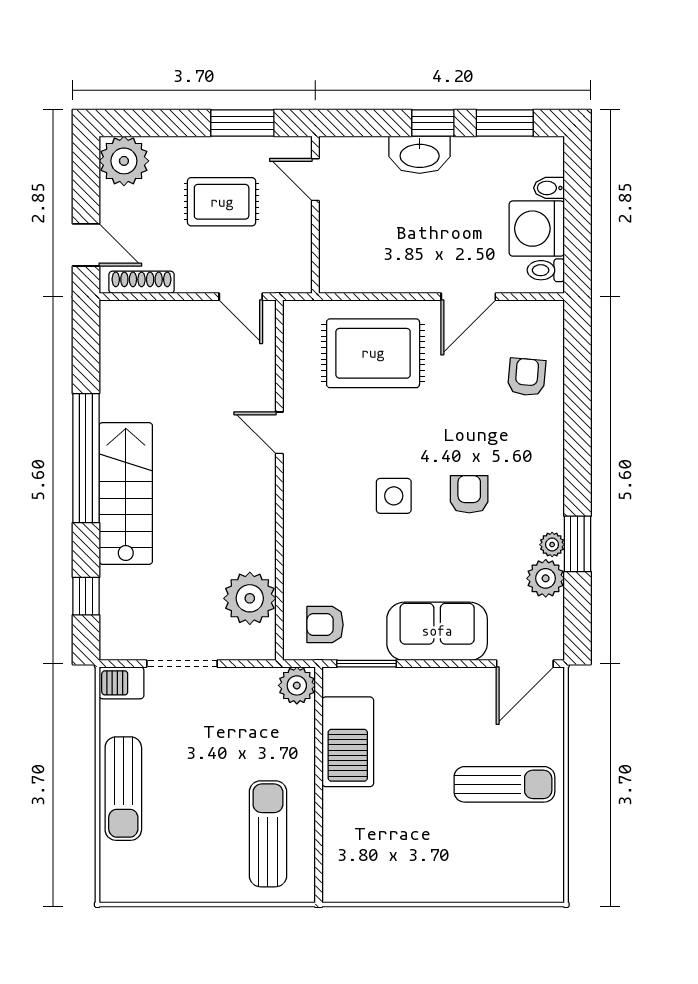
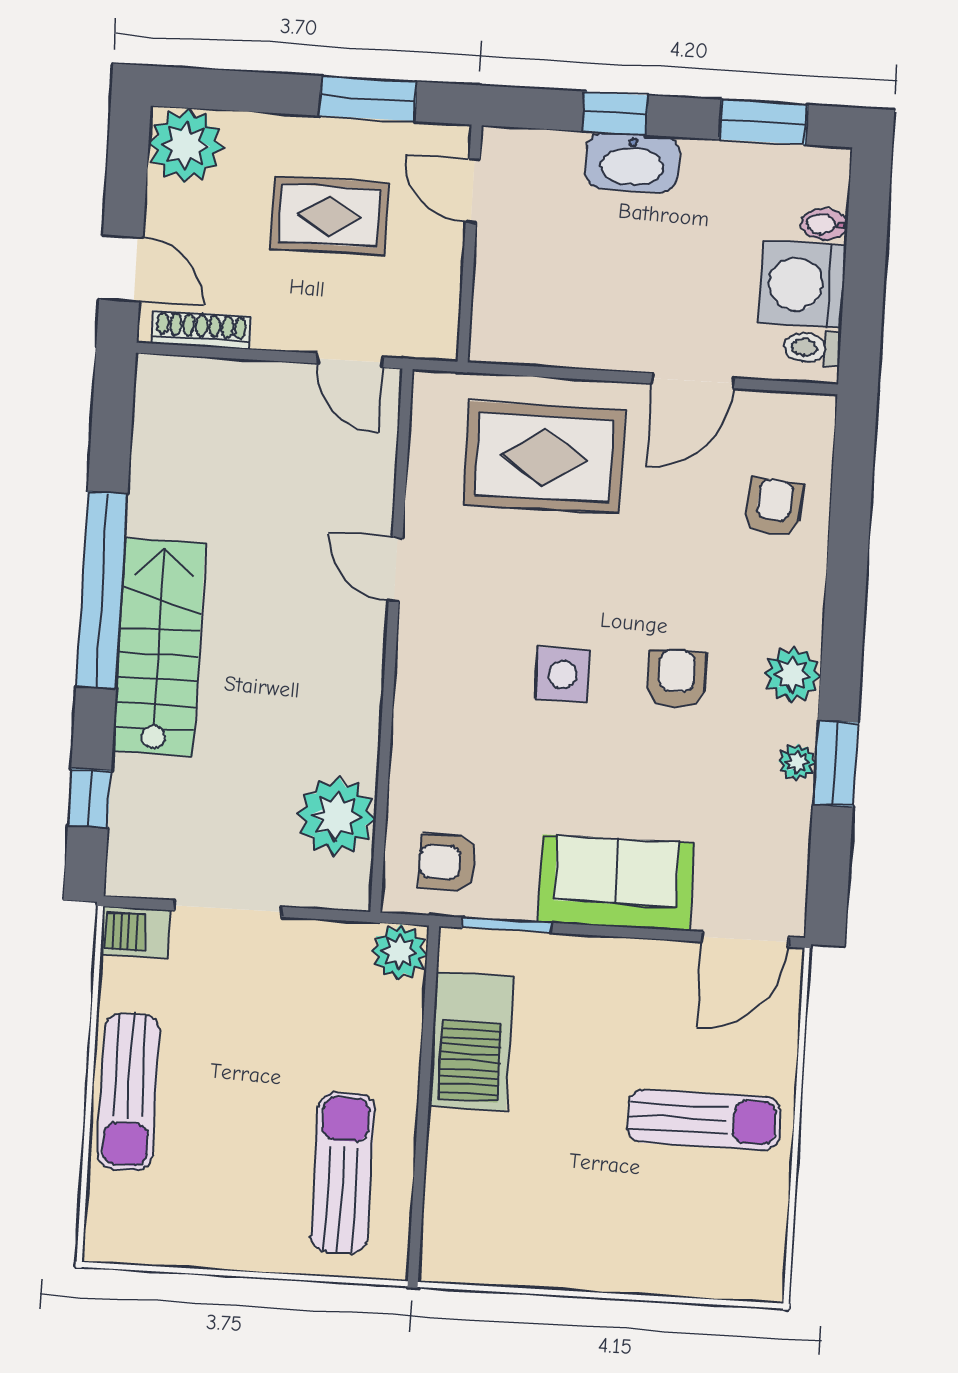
window: (433, 123) -> (615, 113), moved
plant: (546, 578) -> (792, 675), moved

